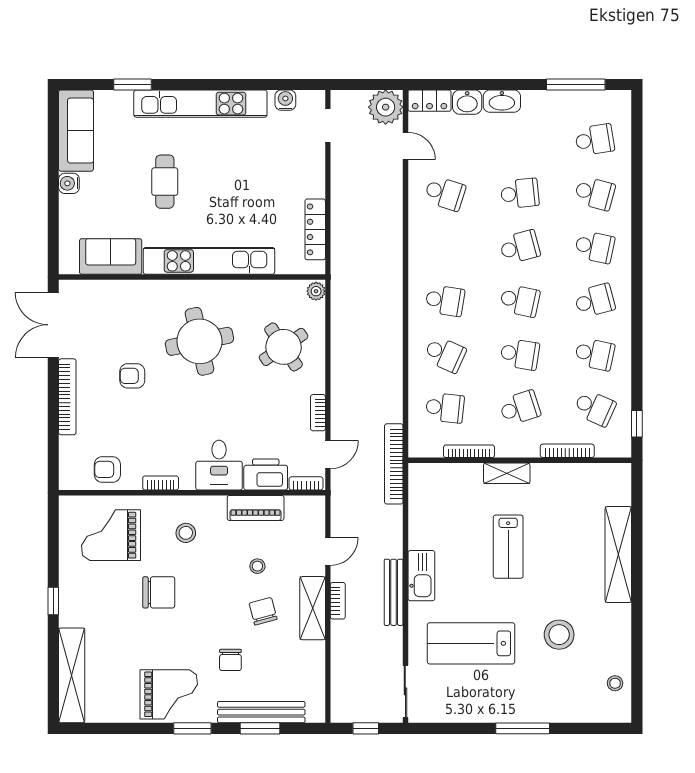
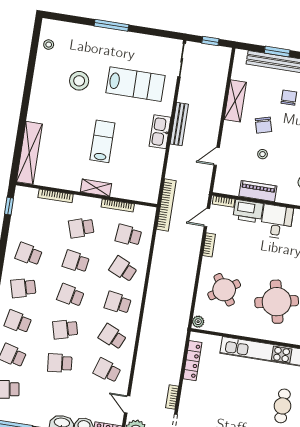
school desk: (595, 408) -> (112, 337), moved
shelving: (618, 555) -> (29, 153), moved
bookcase: (338, 601) -> (172, 397), moved
shelving: (313, 608) -> (235, 101), moved

